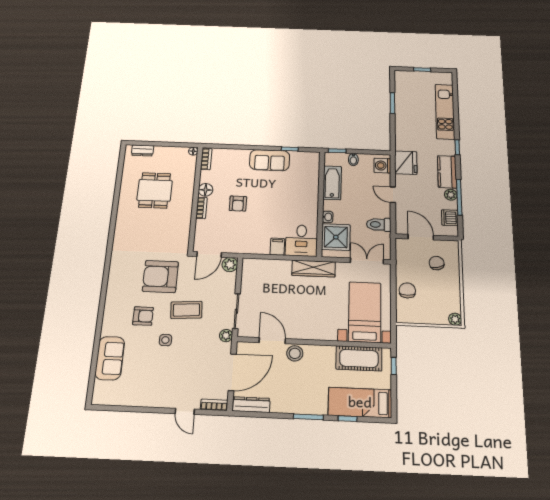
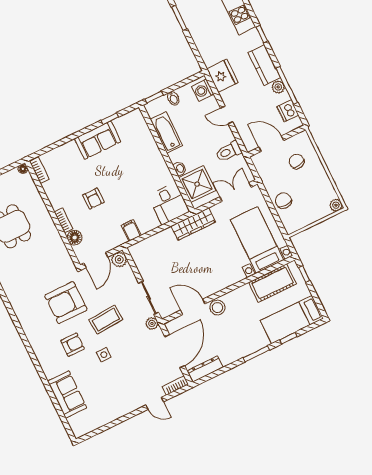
floor lamp: (206, 190) -> (75, 238), moved
filing cabinet: (277, 247) -> (131, 230), moved

